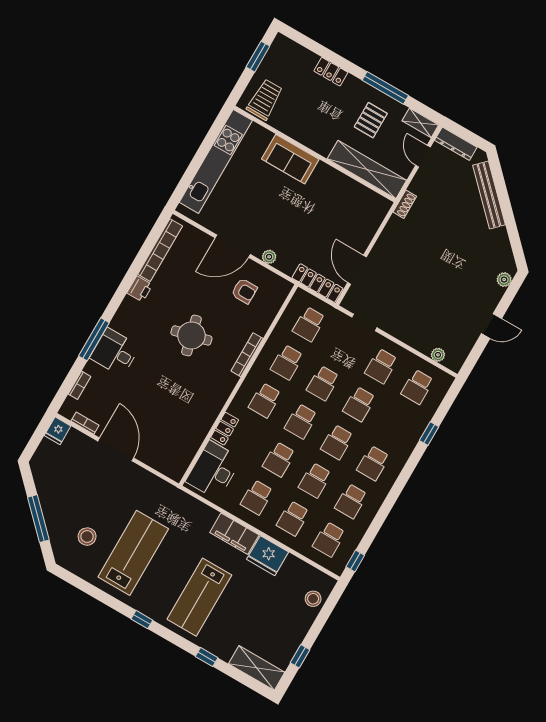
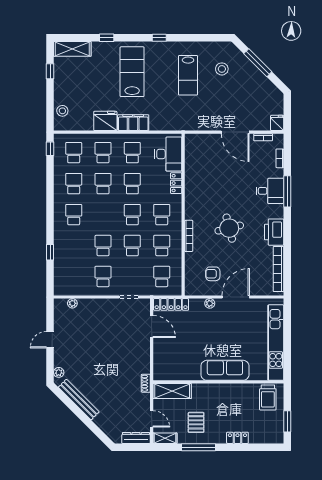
sofa: (290, 159) -> (225, 370), width x1.36
shelving: (367, 169) -> (172, 391), width x0.68
bench: (489, 195) -> (79, 400), moved
printer: (140, 289) -> (274, 232), width x1.87, depth x1.48
school desk: (417, 387) -> (74, 276), removed
school desk: (337, 442) -> (103, 215), removed
lab bench: (133, 553) -> (188, 75), width x0.73, depth x0.72

